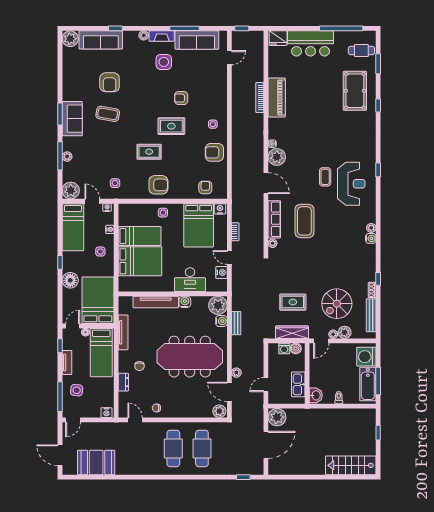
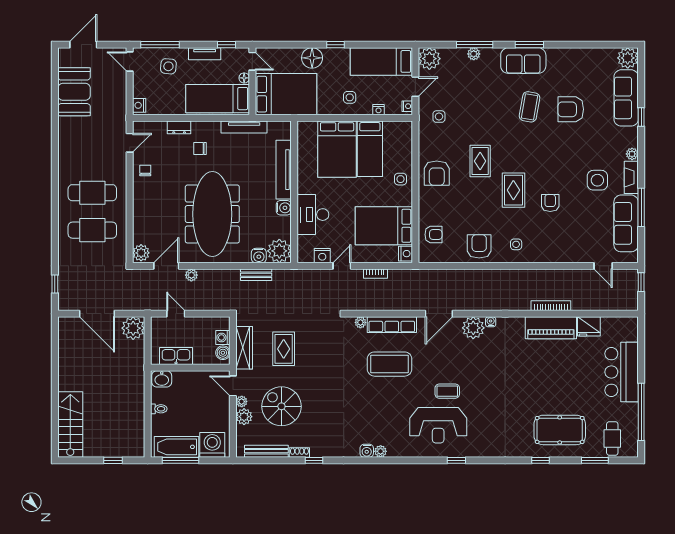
fridge: (278, 38) -> (589, 326), moved, turned -90

